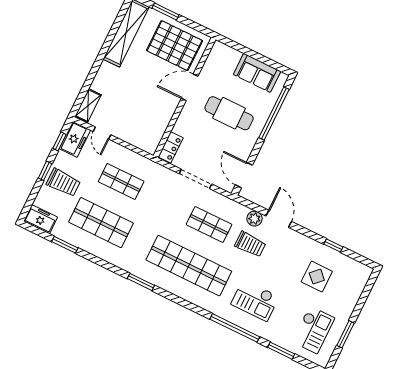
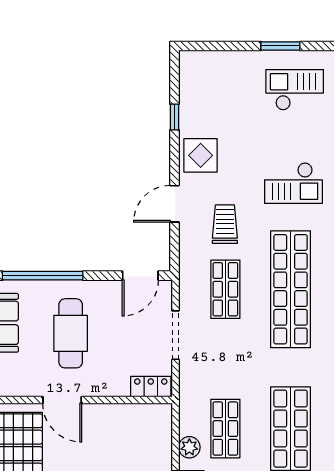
plant: (254, 219) -> (189, 447), moved
display table: (317, 277) -> (201, 155), moved
checkout: (255, 300) -> (293, 183), turned 90

